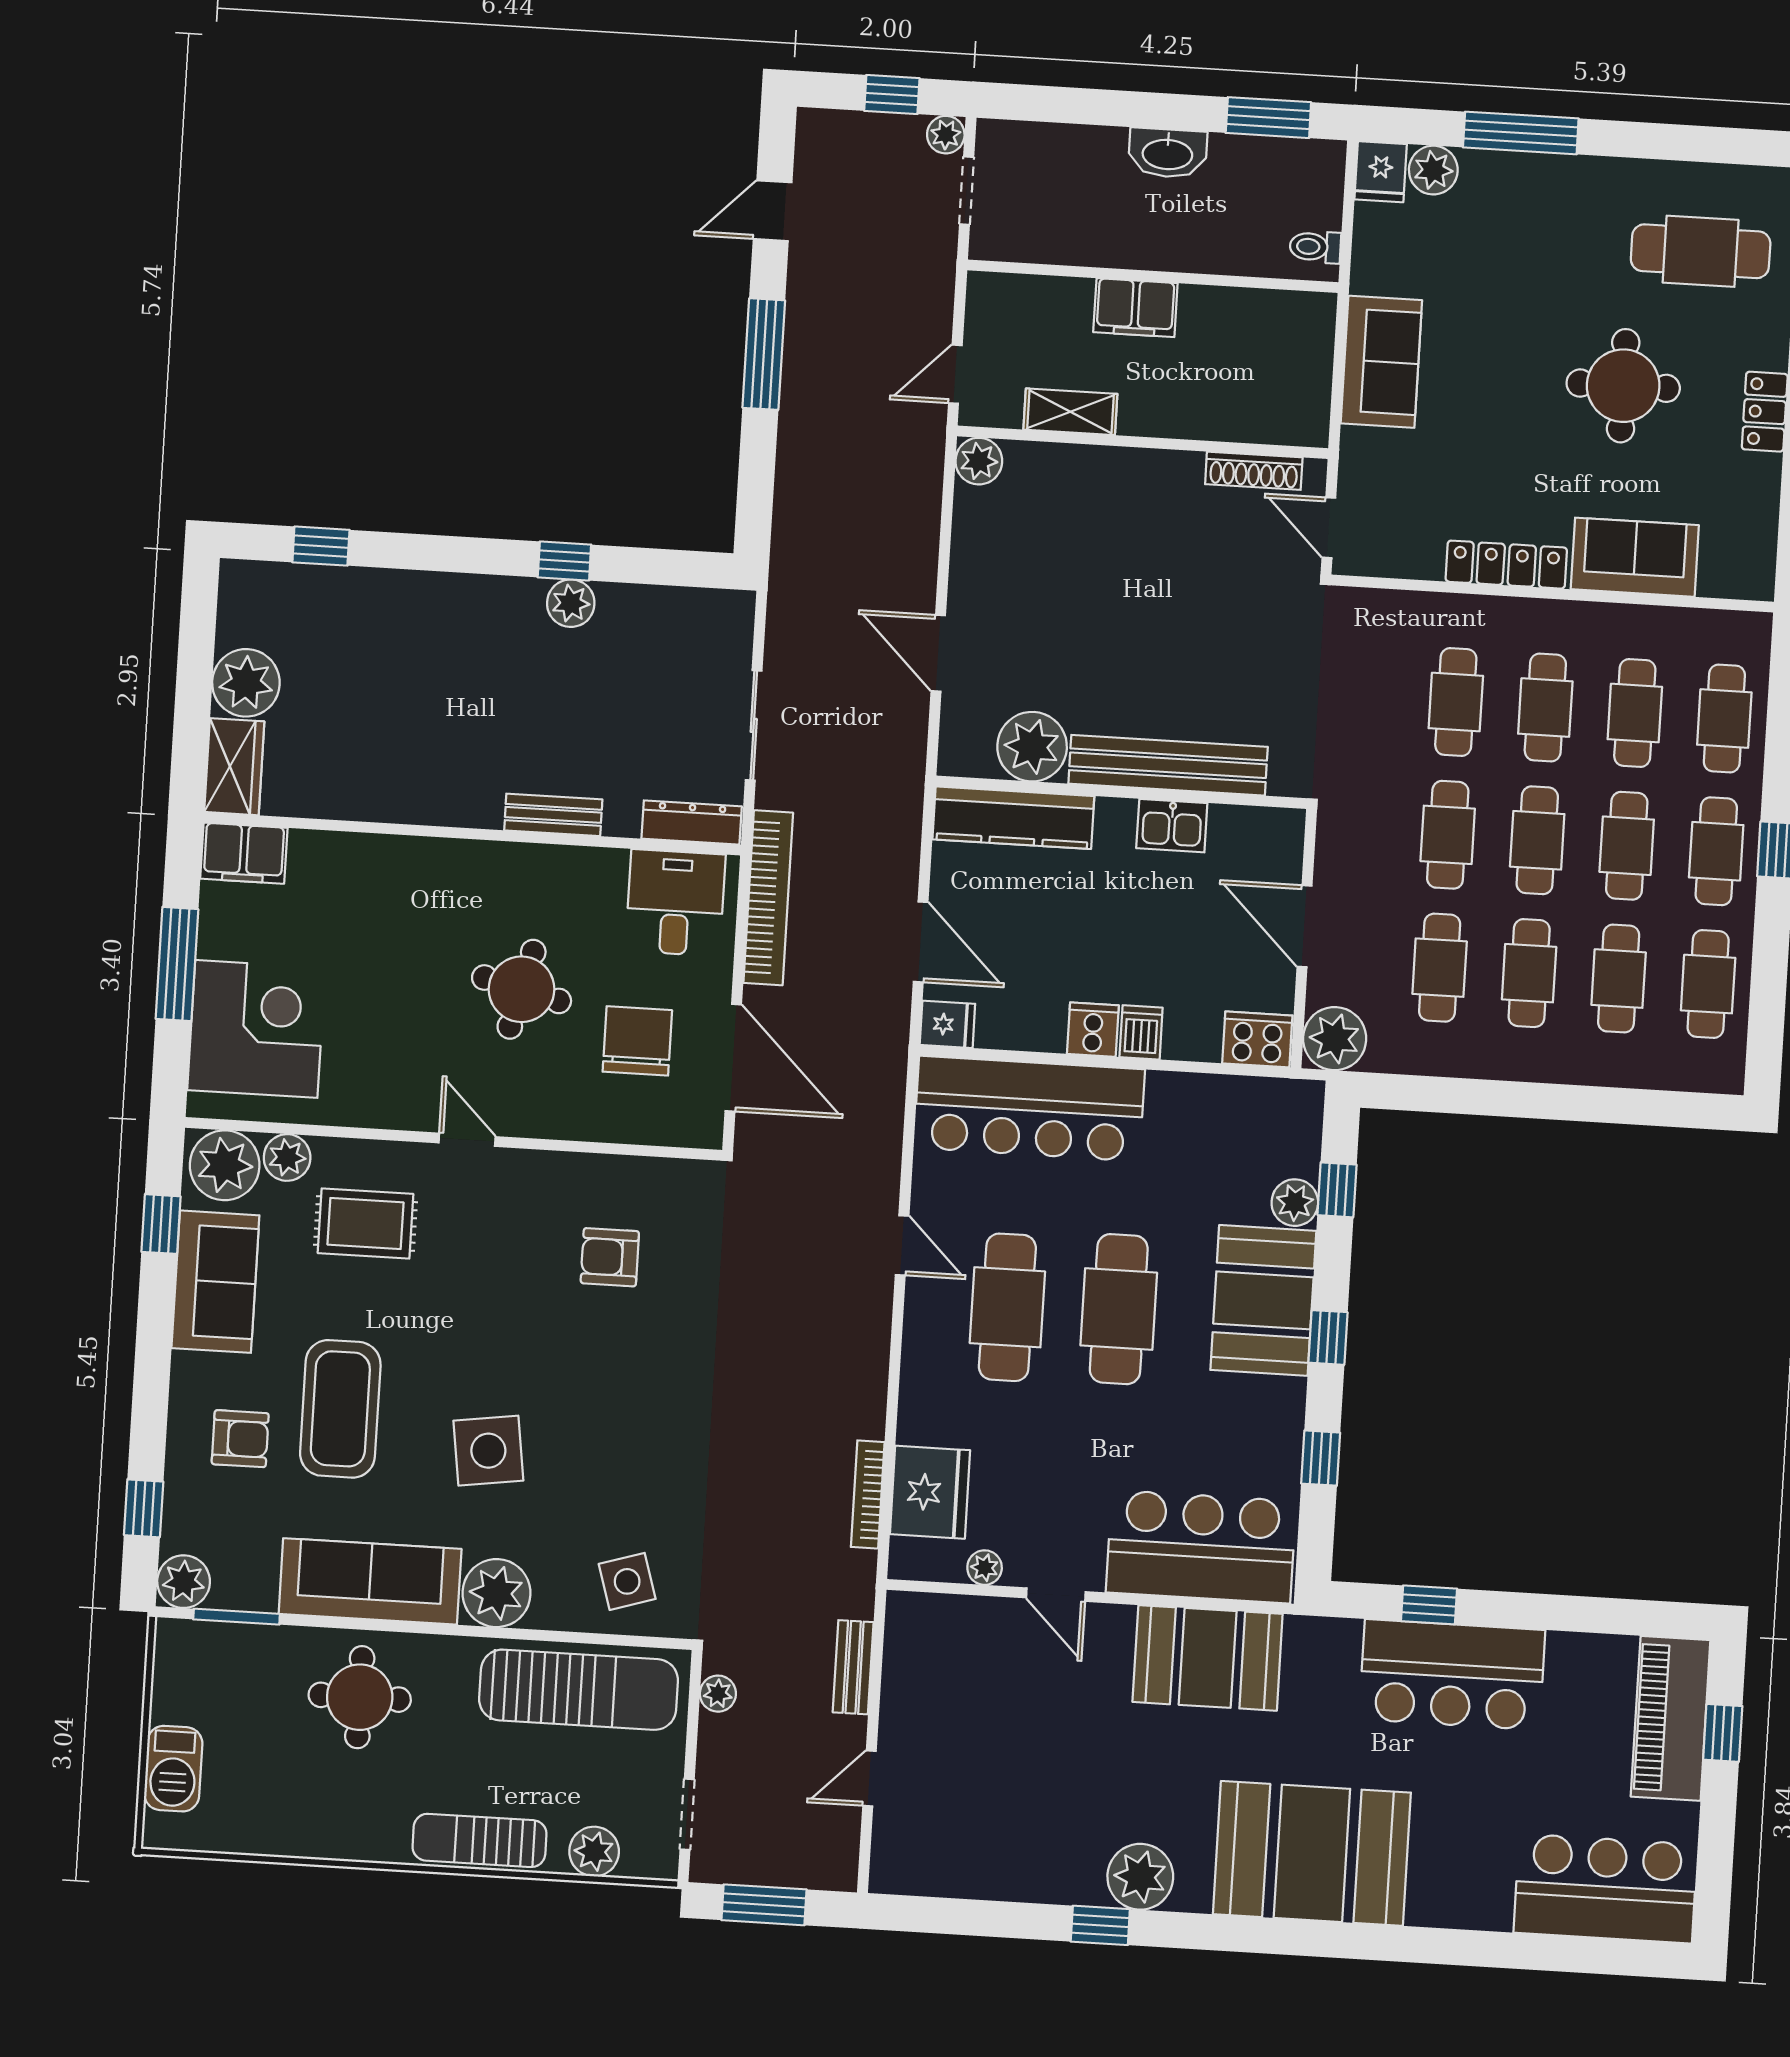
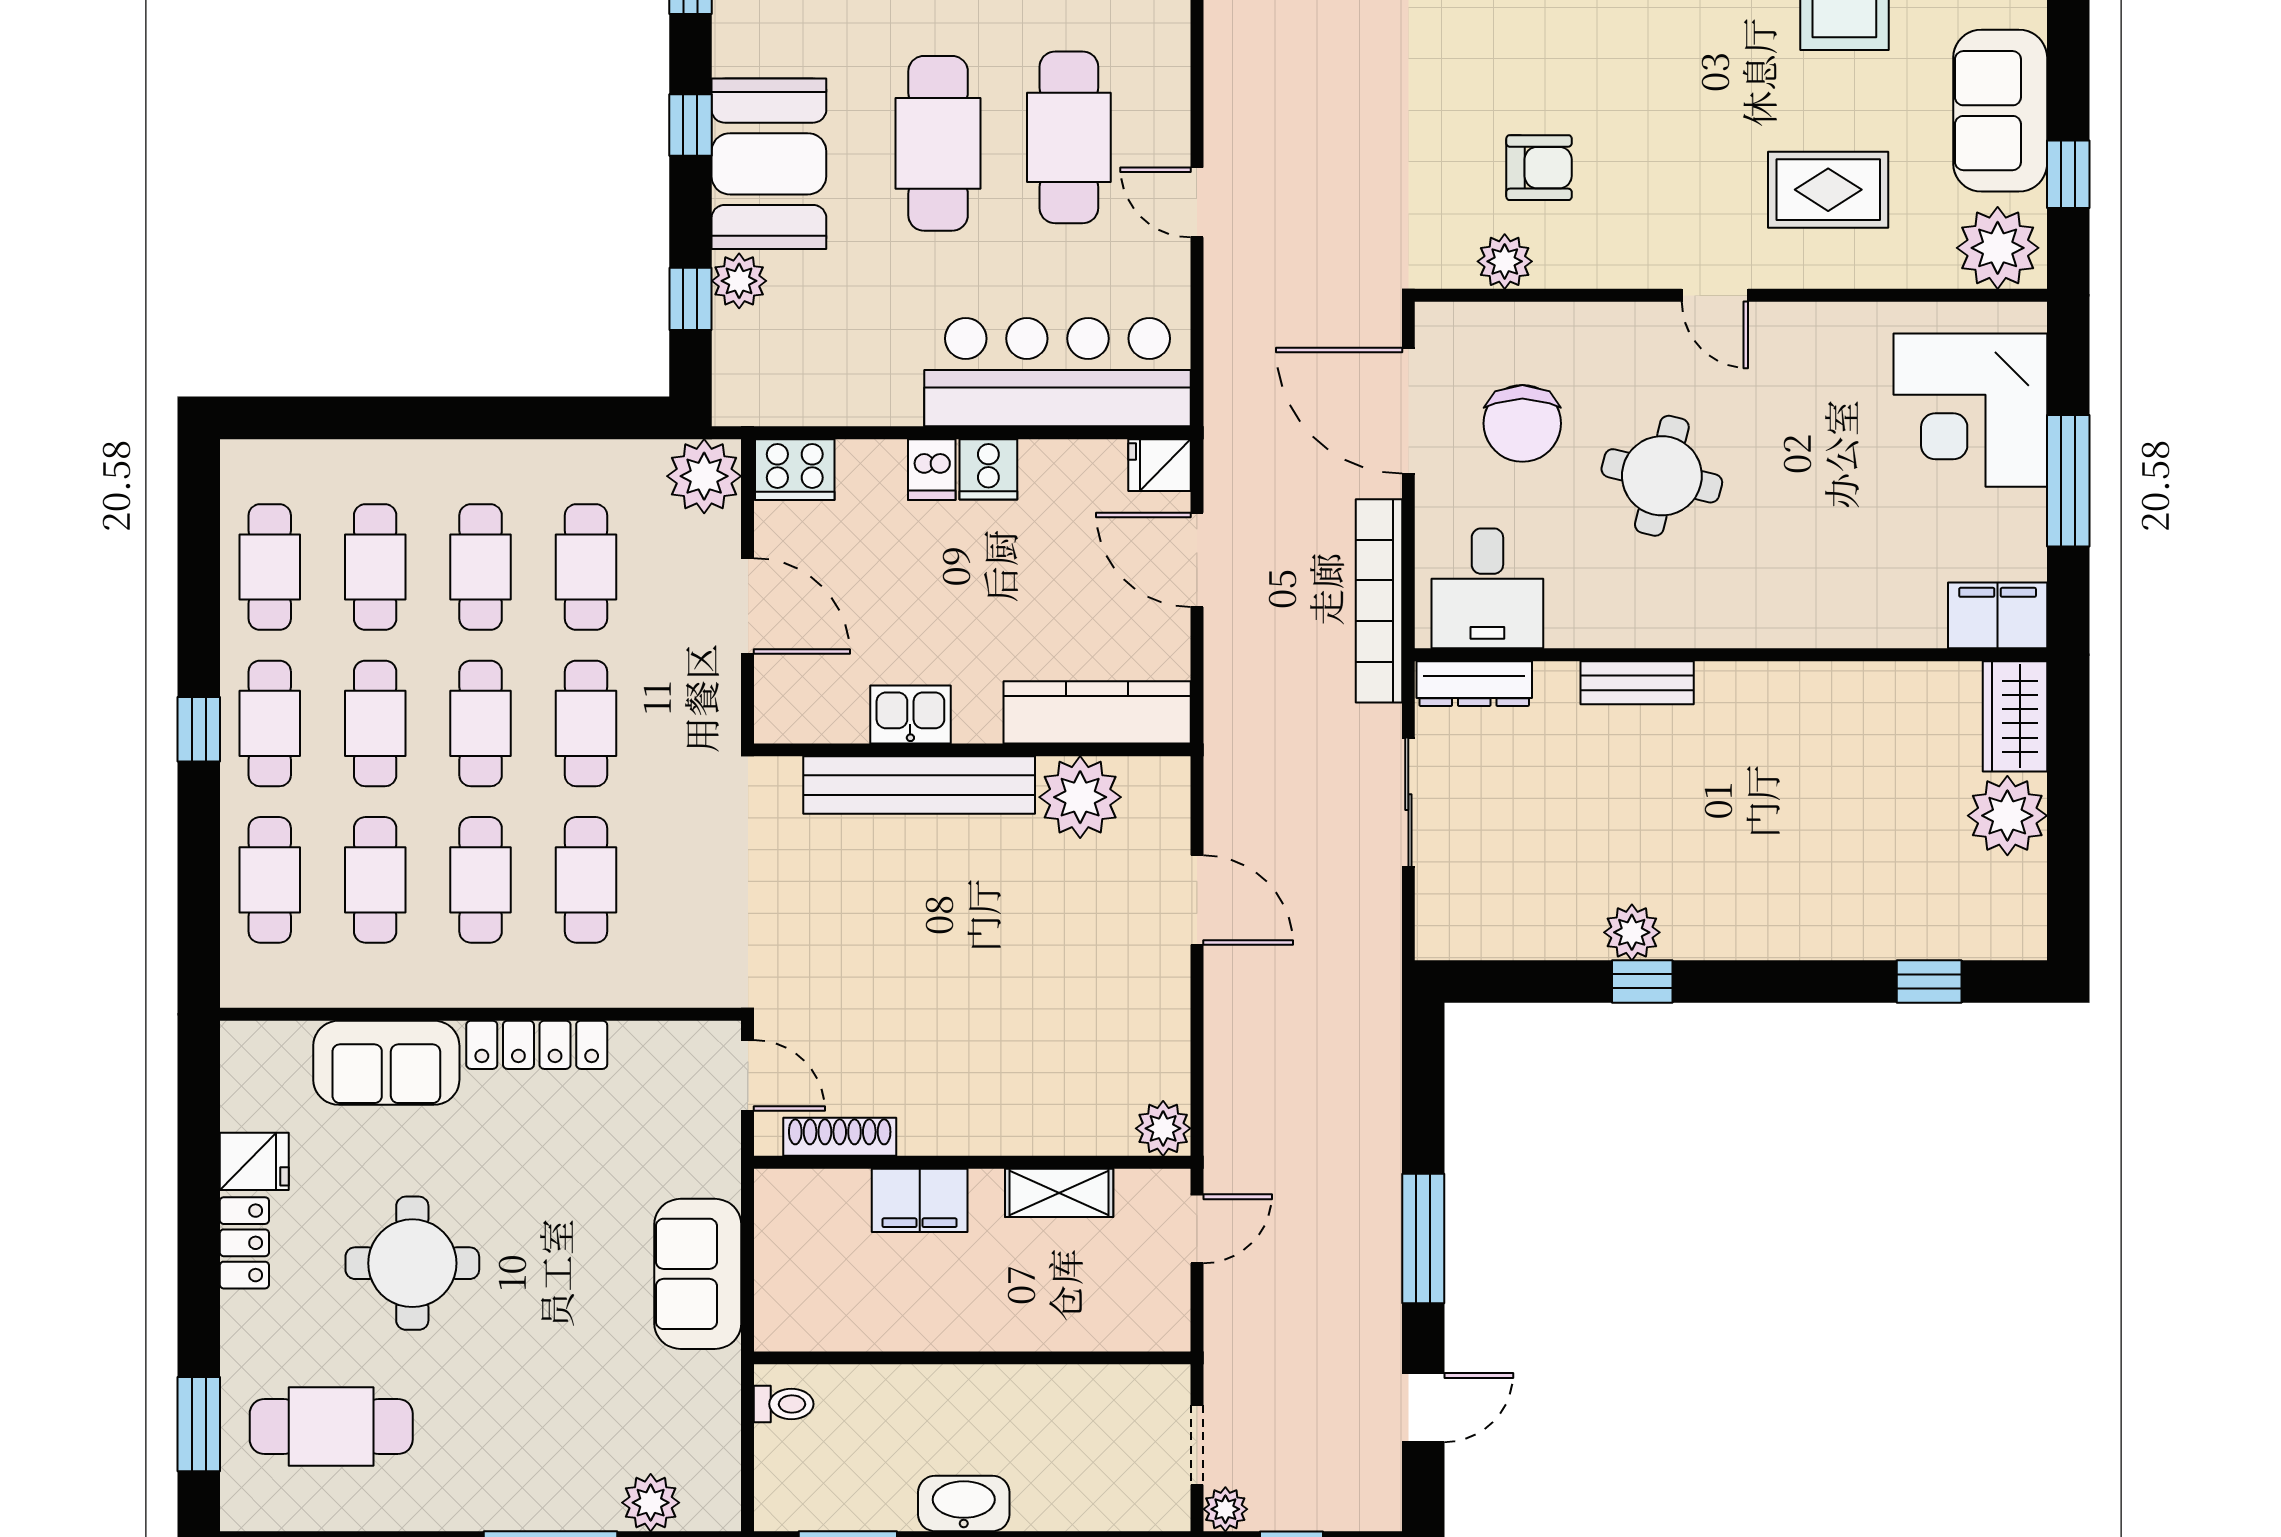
fridge: (1381, 172) -> (254, 1161), moved, turned 90
filing cabinet: (1135, 308) -> (920, 1200), moved, turned 180
plant: (287, 1157) -> (1505, 261), moved

